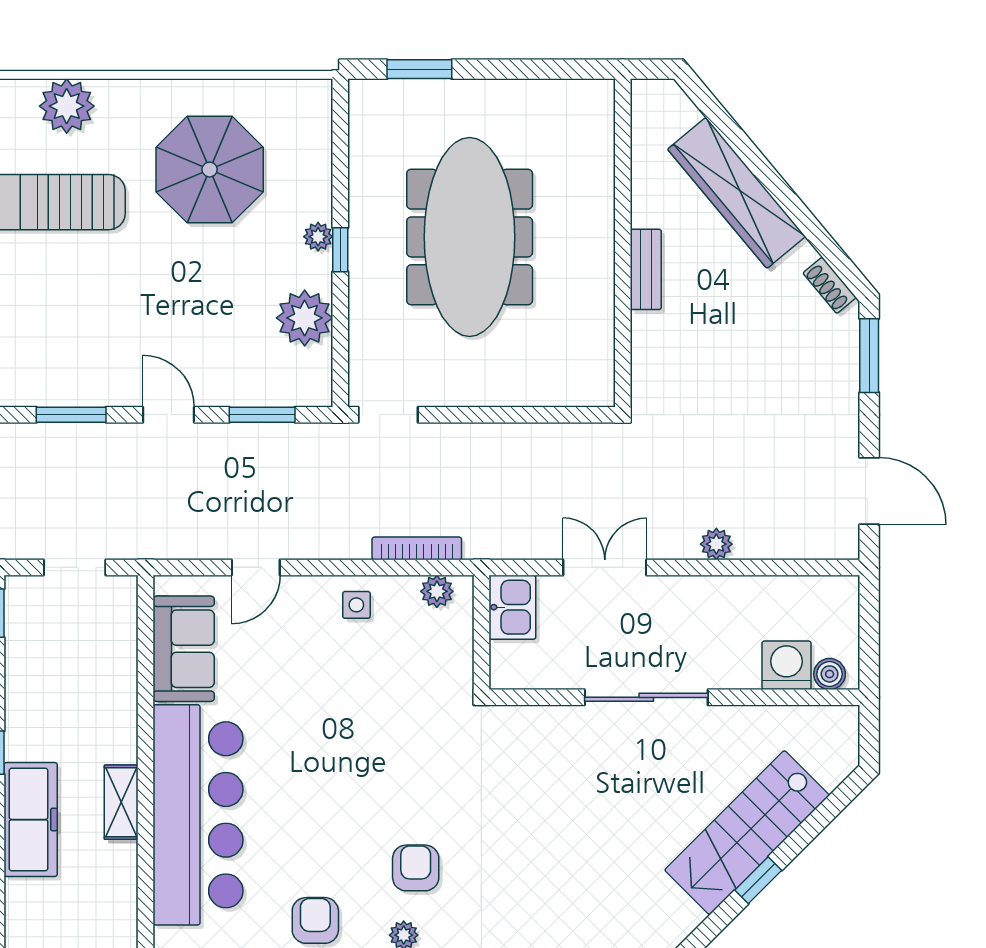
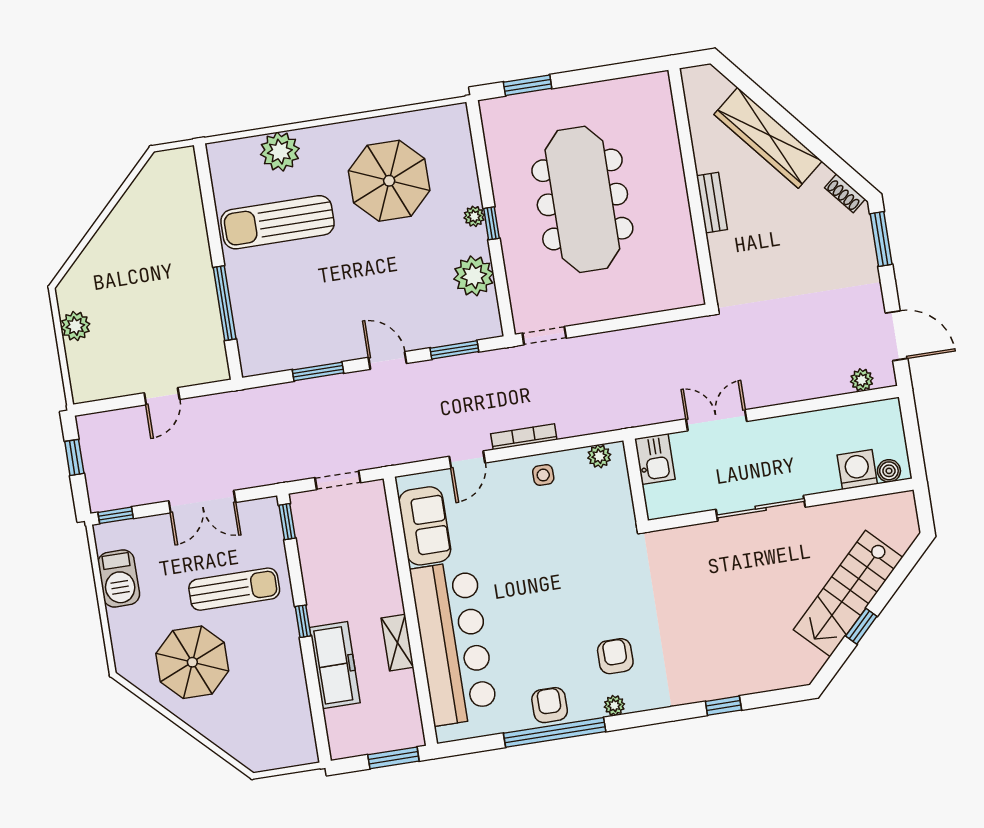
plant: (716, 544) -> (862, 380), moved
bookcase: (417, 548) -> (524, 437), moved

